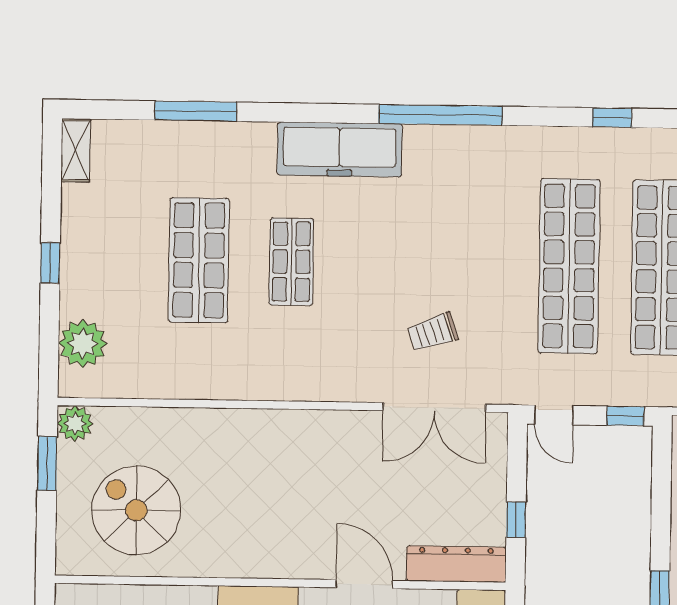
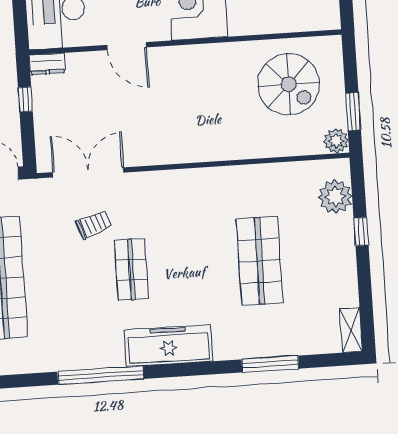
shop shelf: (291, 262) -> (131, 269), moved
window: (50, 263) -> (361, 232), moved
dresser: (456, 564) -> (47, 64), width x0.51, depth x0.80

